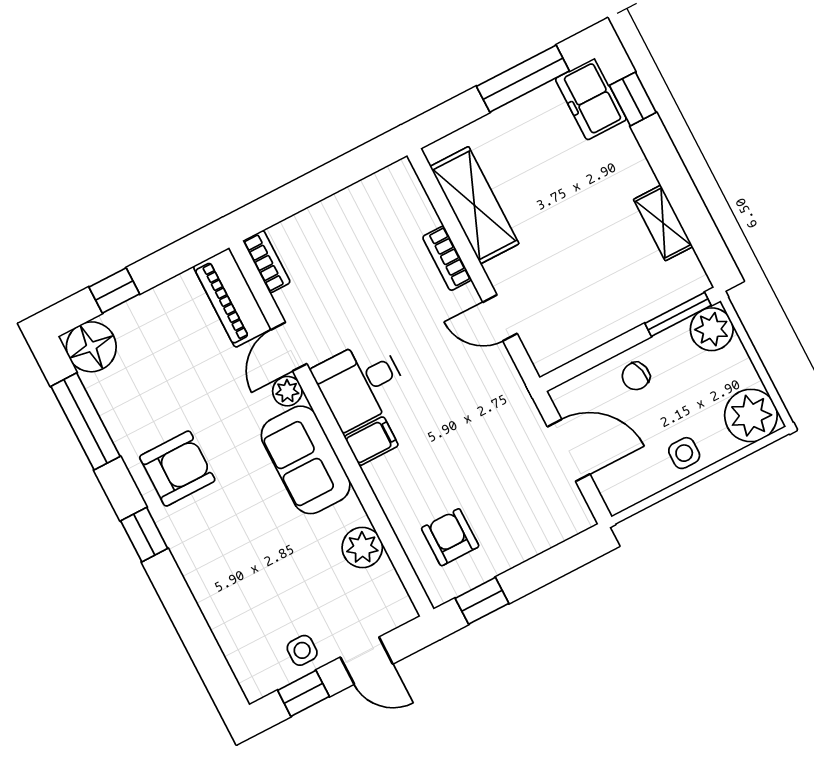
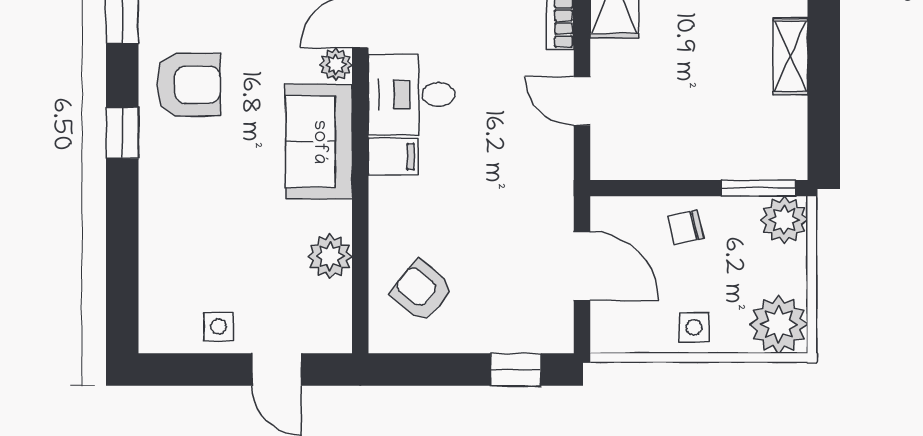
shelving: (663, 223) -> (790, 56), moved
armchair: (450, 537) -> (421, 291), turned -50
window: (482, 601) -> (516, 370), moved
window: (303, 693) -> (198, 370), removed

